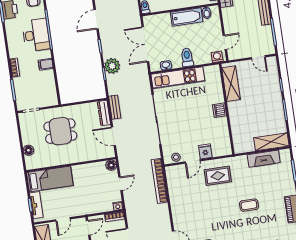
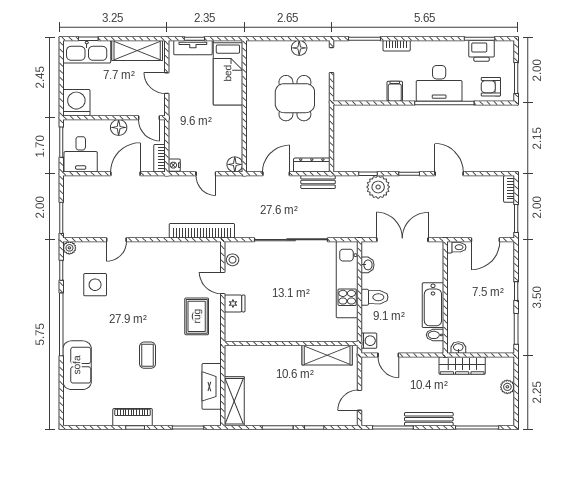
dishwasher: (219, 110) -> (291, 333), removed
floor lamp: (28, 150) -> (299, 48), moved

